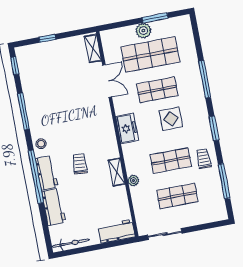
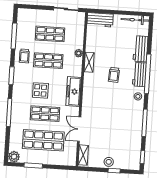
plant: (143, 31) -> (14, 157), moved
stool: (57, 48) -> (109, 162), added
freezer: (127, 128) -> (74, 91), width x1.40

